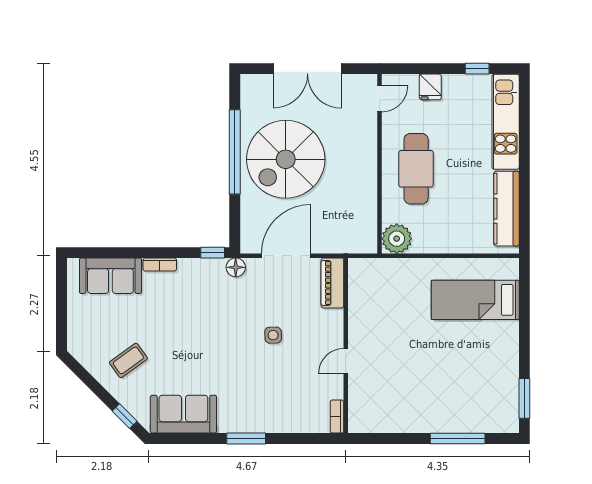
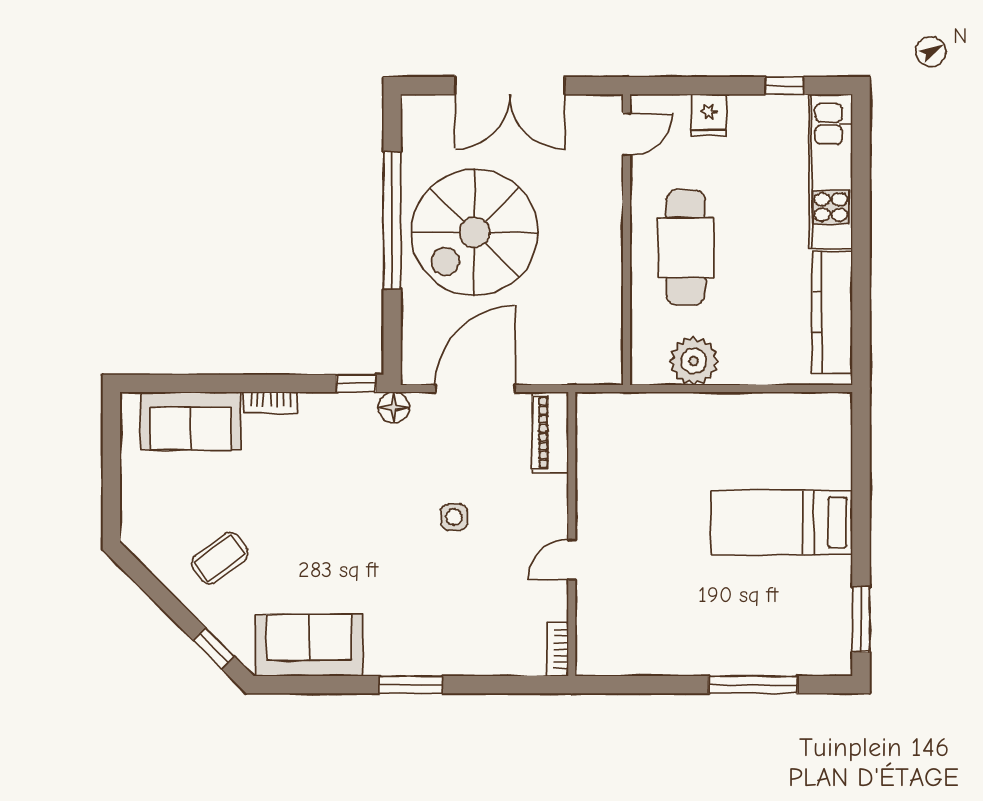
plant: (397, 239) -> (694, 361), moved
bed: (475, 300) -> (782, 522), moved

